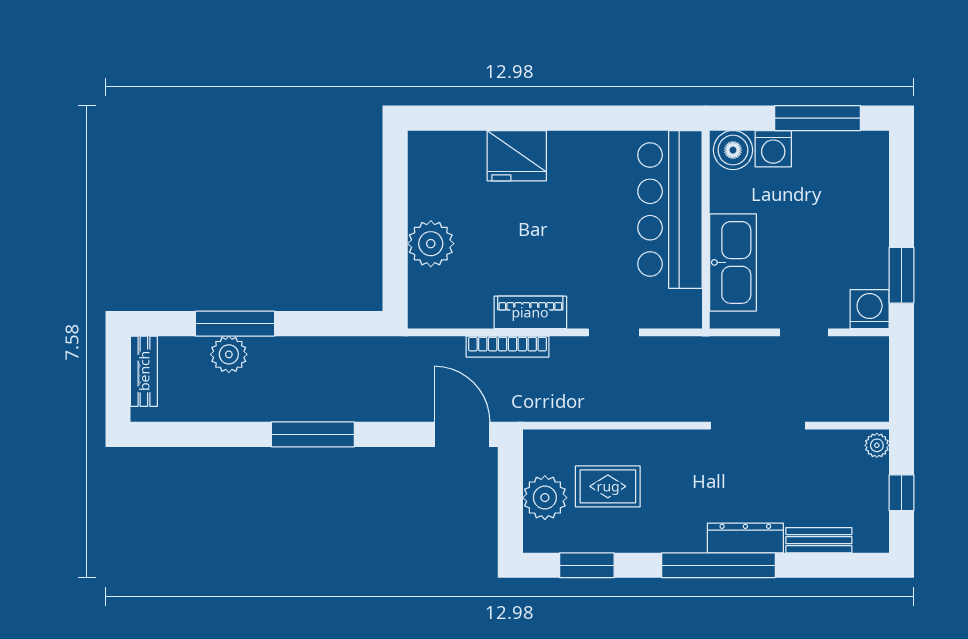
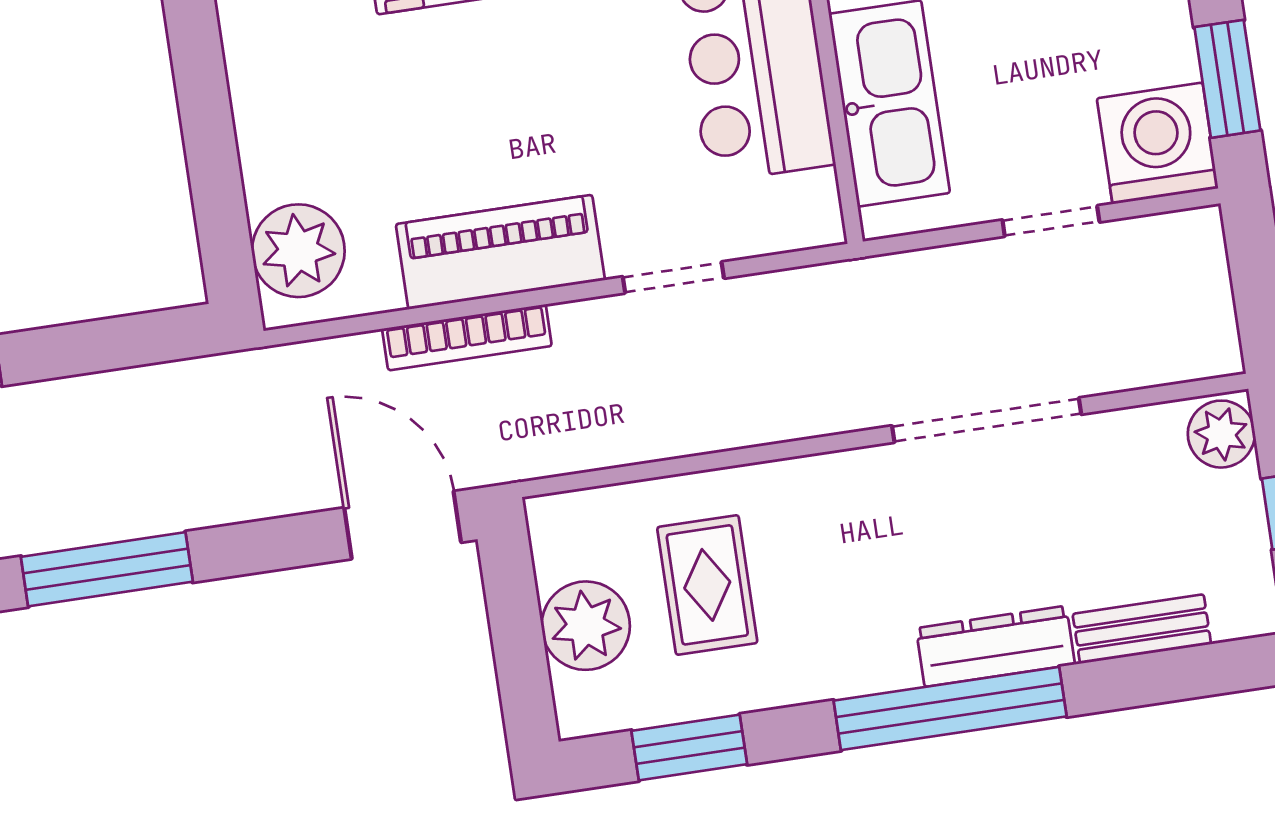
plant: (431, 244) -> (298, 251), moved
washing machine: (870, 309) -> (1158, 143), width x1.37, depth x1.37
piano: (530, 312) -> (500, 252), width x1.37, depth x1.33
plant: (877, 445) -> (1221, 434), width x1.38, depth x1.38
rug: (608, 486) -> (707, 585), turned 90

